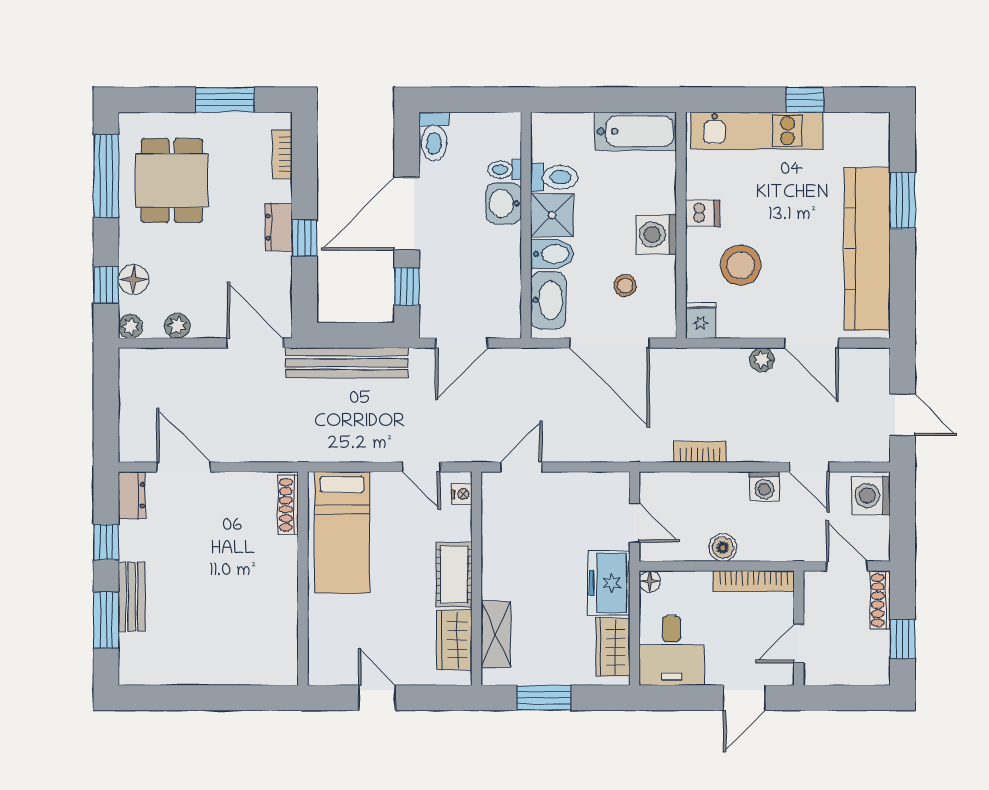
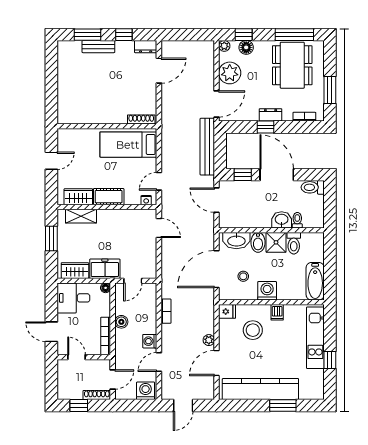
dining table: (172, 180) -> (292, 65), width x1.38
plant: (177, 326) -> (230, 73), width x1.87, depth x1.87

